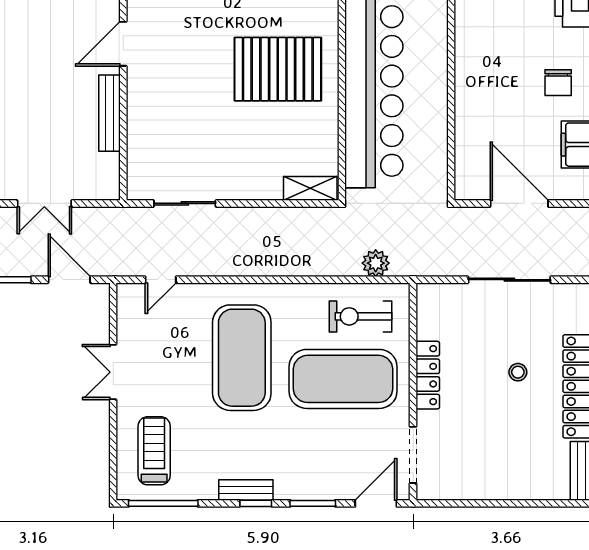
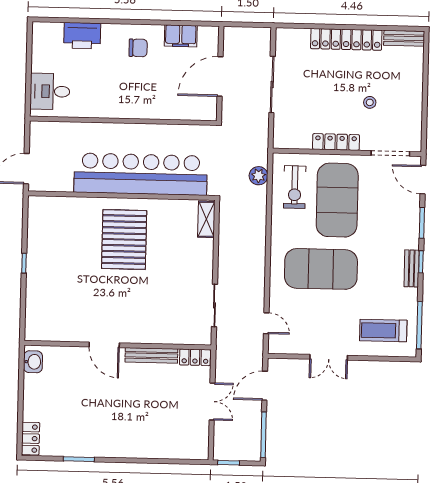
locker: (108, 177) -> (195, 357), added
stool: (518, 372) -> (370, 102), moved

